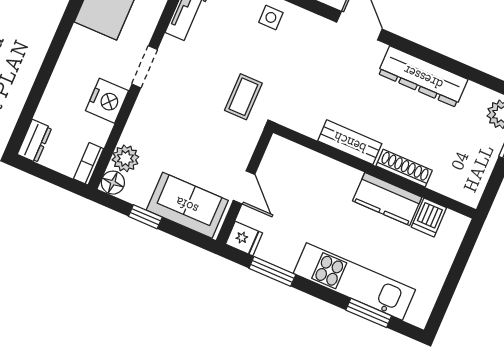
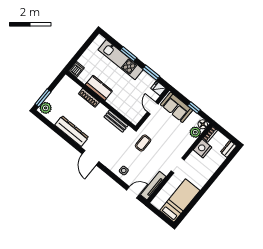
nightstand: (107, 101) -> (203, 148), moved
bench: (350, 142) -> (116, 121), moved
dishwasher: (429, 217) -> (77, 69), moved
window: (369, 313) -> (128, 54), moved

